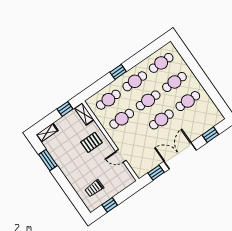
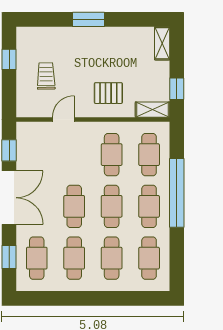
window: (118, 72) -> (177, 193), width x3.17
cafe table: (201, 120) -> (37, 258), added
pallet: (91, 142) -> (108, 93), turned 90
window: (48, 160) -> (89, 19), moved
trolley: (94, 188) -> (46, 76), moved

